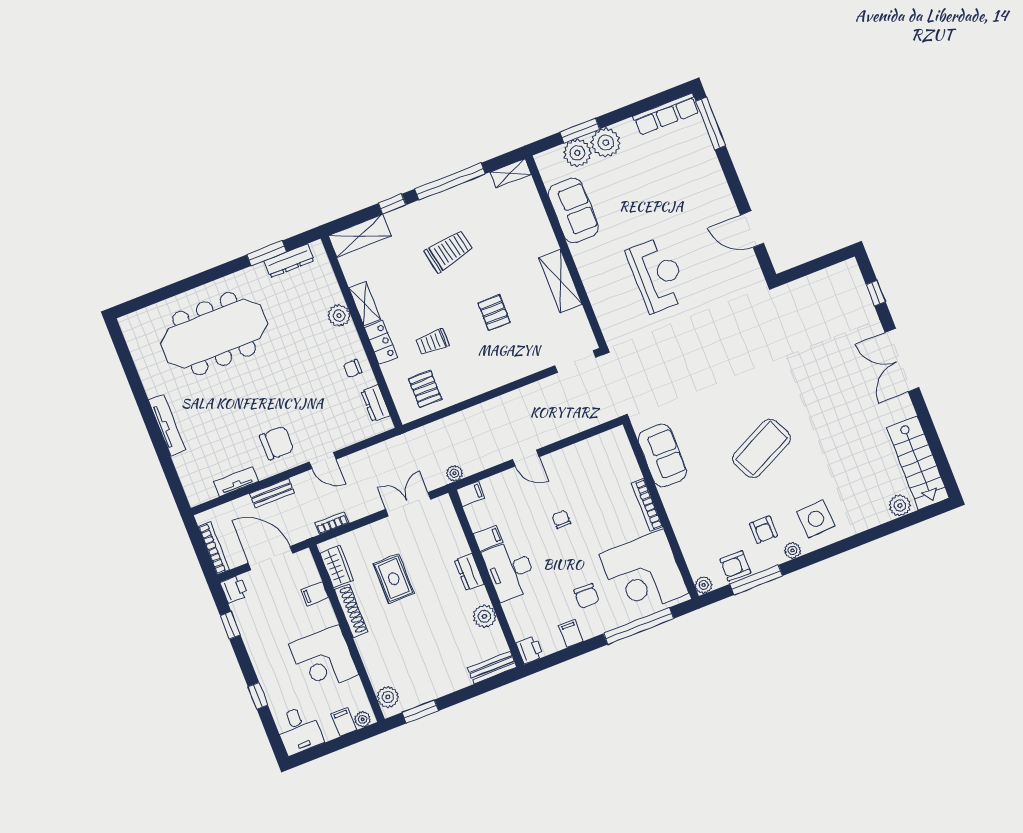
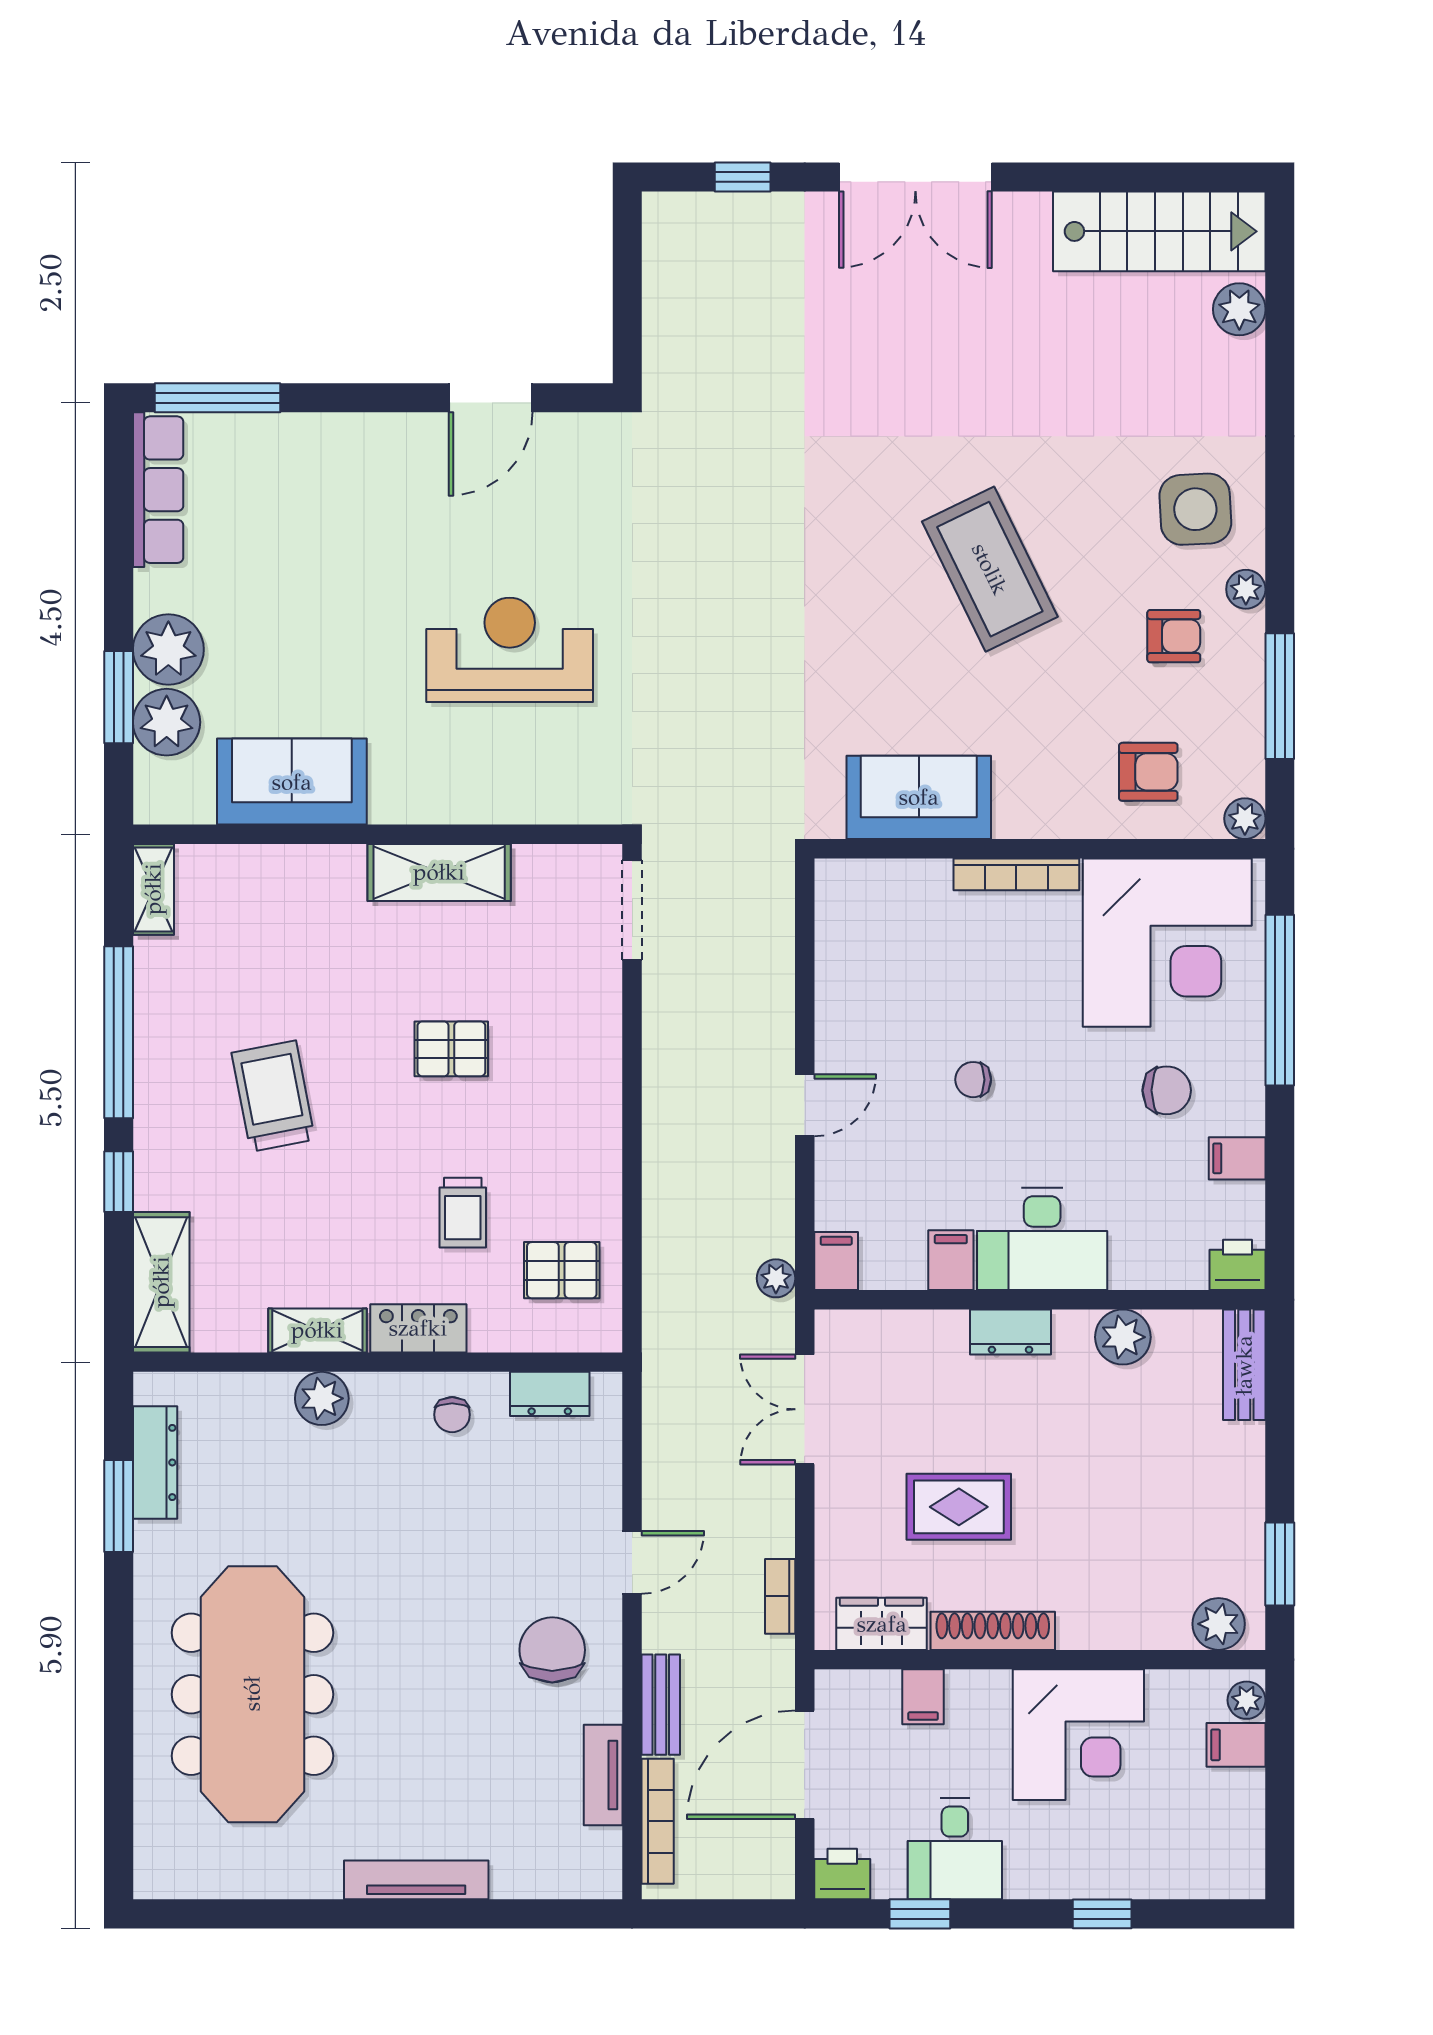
bookcase: (214, 548) -> (658, 1821), moved, turned 90
armchair: (735, 566) -> (1148, 772), moved, turned -90
desk: (299, 730) -> (955, 1849), moved, turned 90

